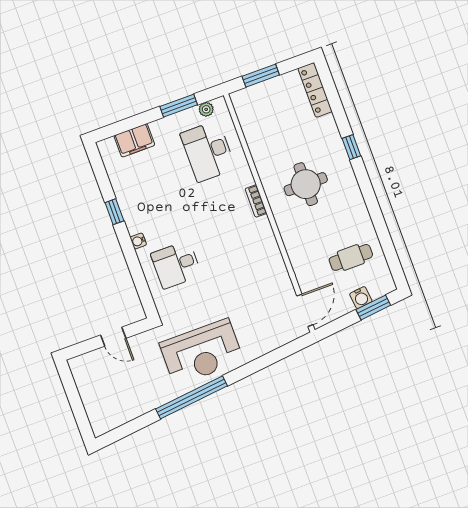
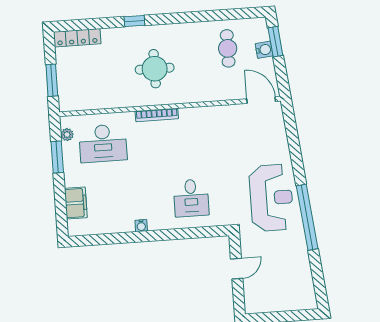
bookcase: (256, 201) -> (157, 115), width x1.56
window: (114, 212) -> (131, 237), removed
water cooler: (138, 241) -> (141, 226), moved

